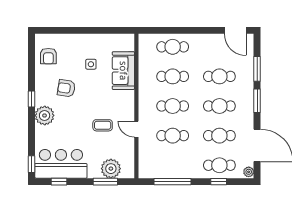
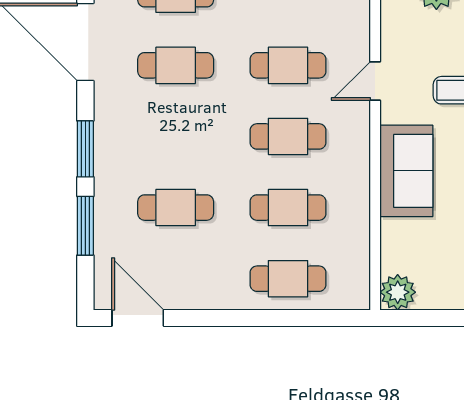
plant: (127, 41) -> (398, 292), added
sofa: (123, 71) -> (406, 171), moved
cafe table: (219, 106) -> (176, 136), removed
door: (136, 129) -> (375, 81), swing flipped

